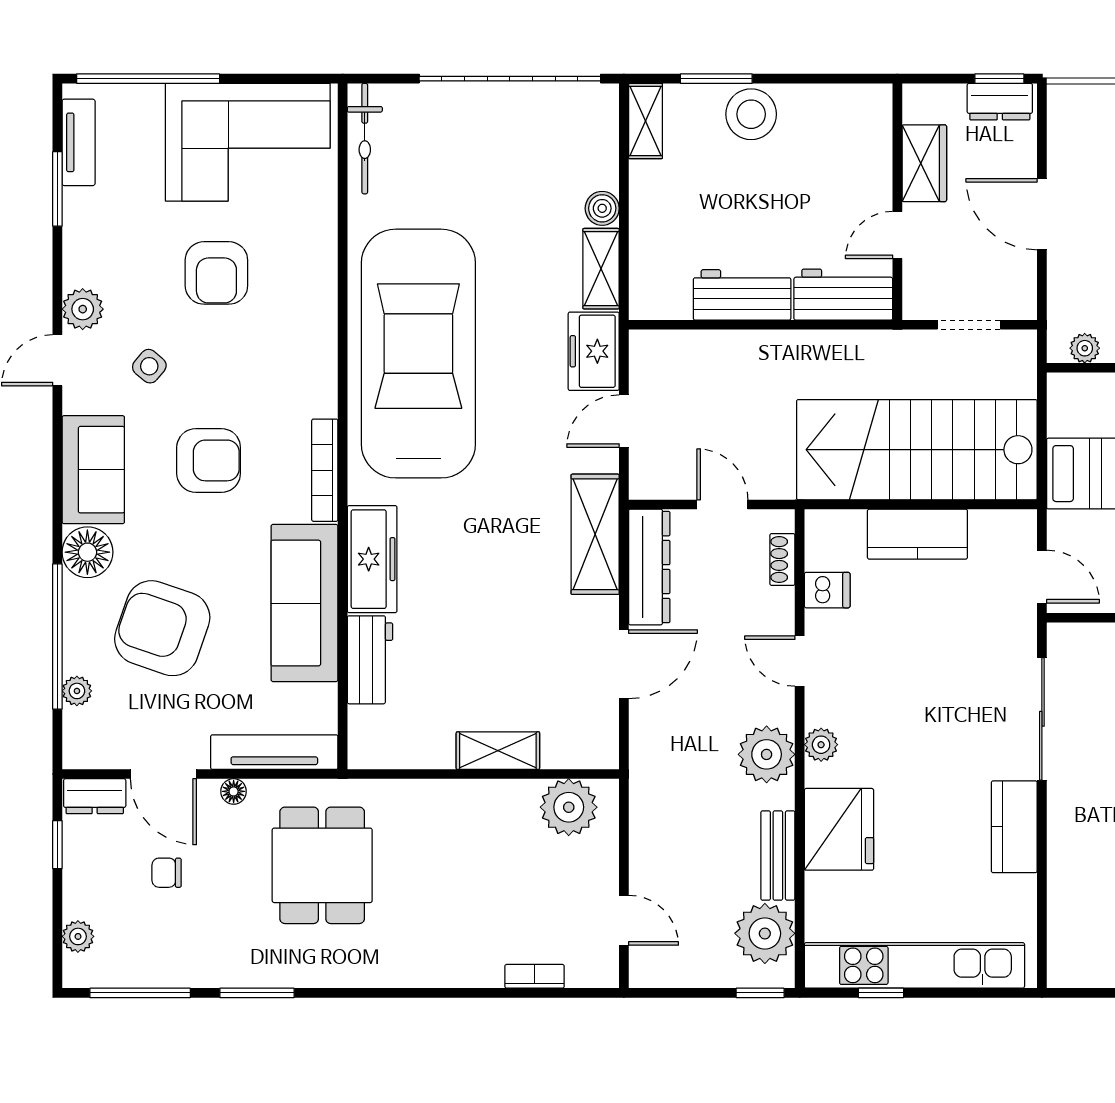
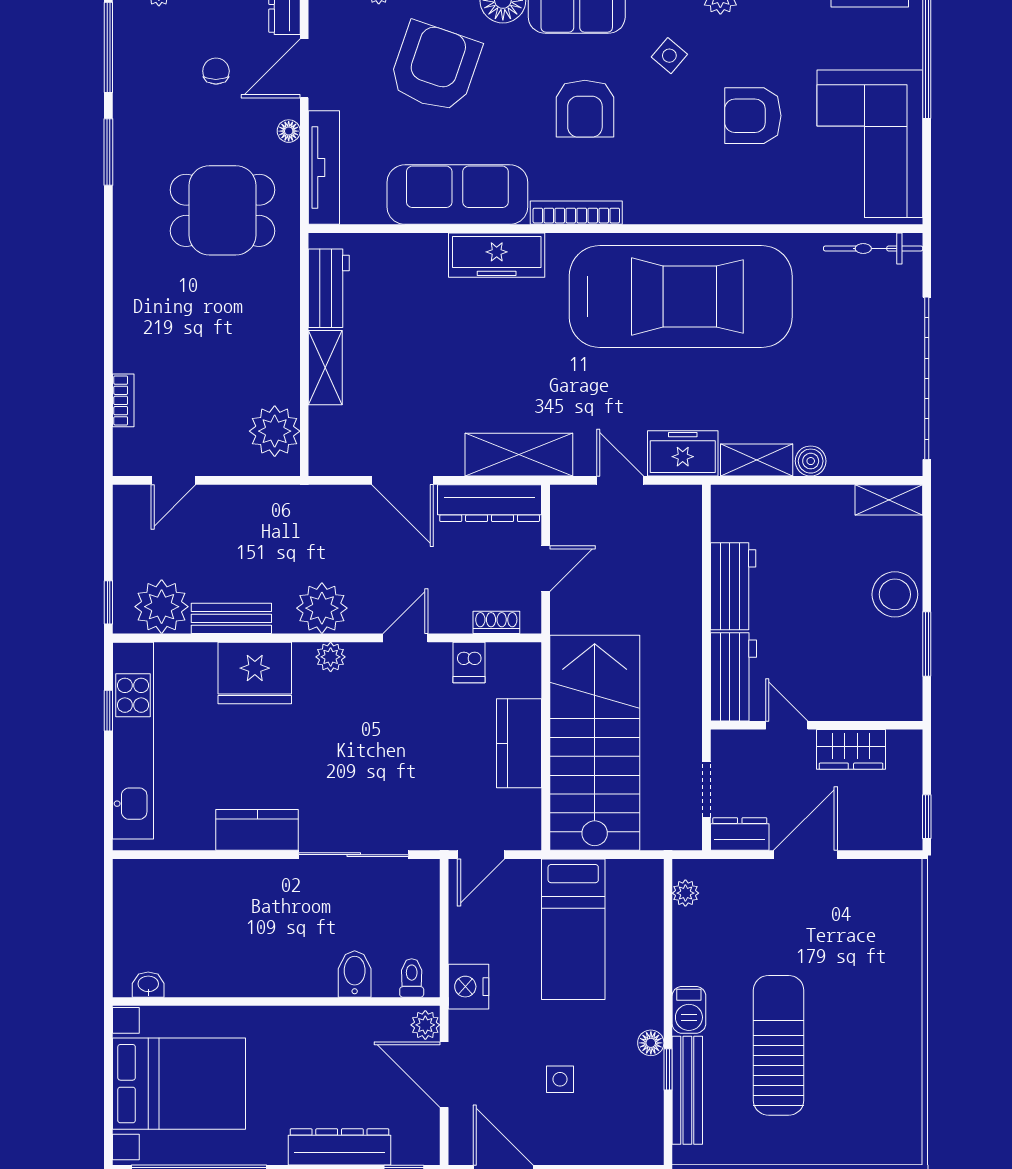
window: (716, 79) -> (927, 644), moved
dresser: (1000, 102) -> (740, 834), moved, turned 90
workbench: (370, 660) -> (329, 288), moved, turned -90

